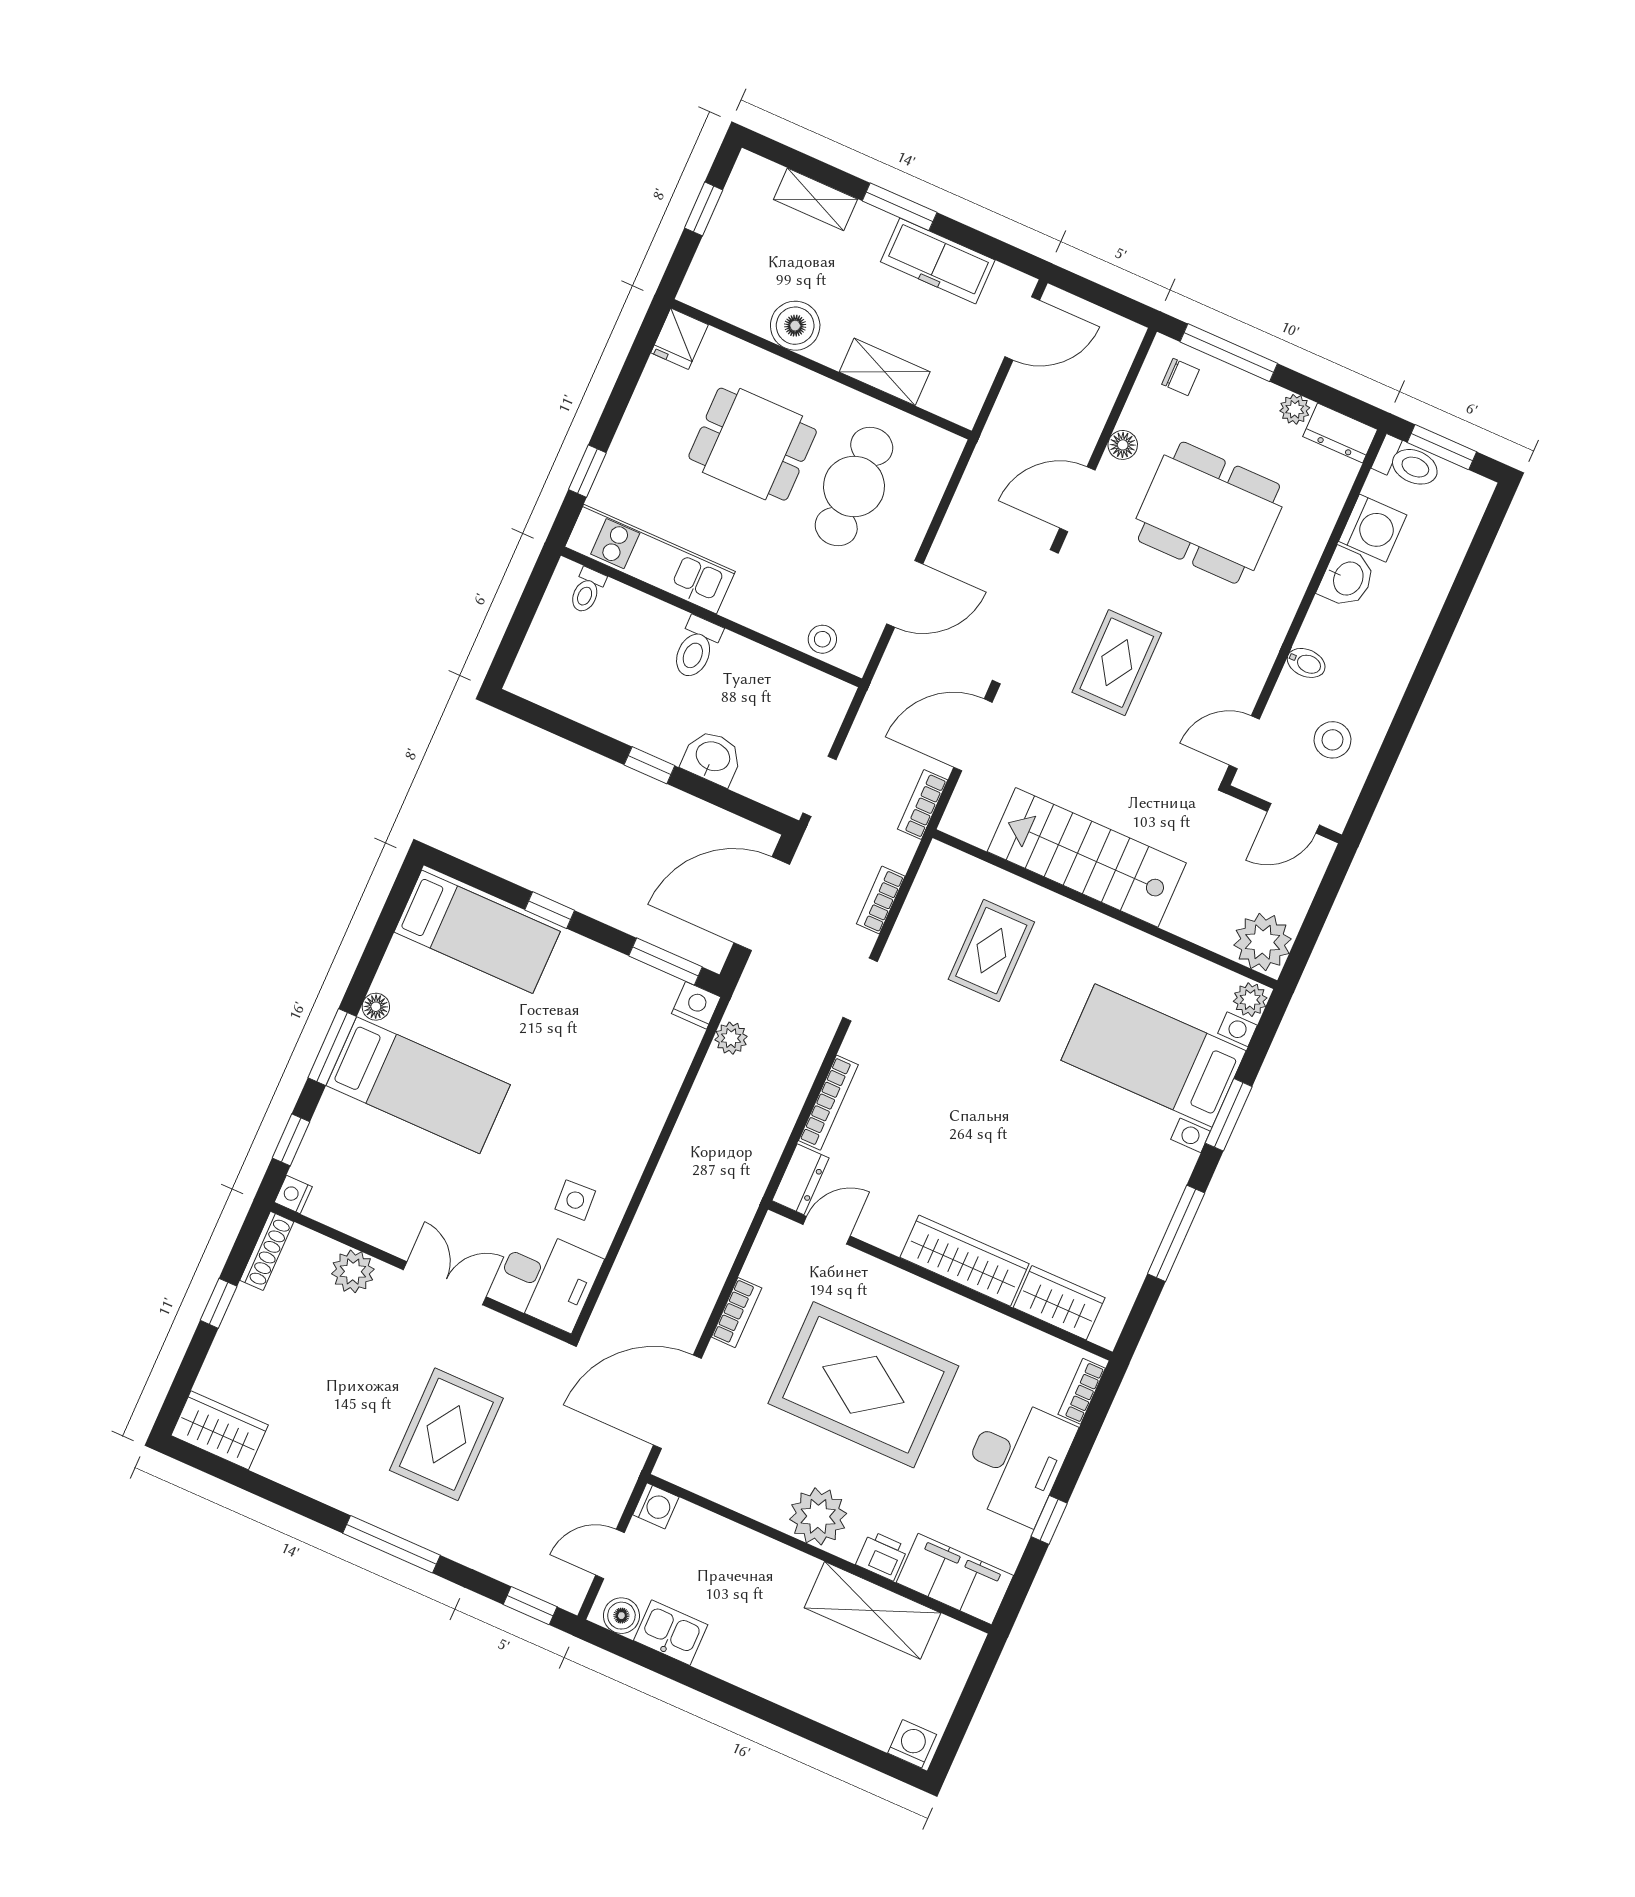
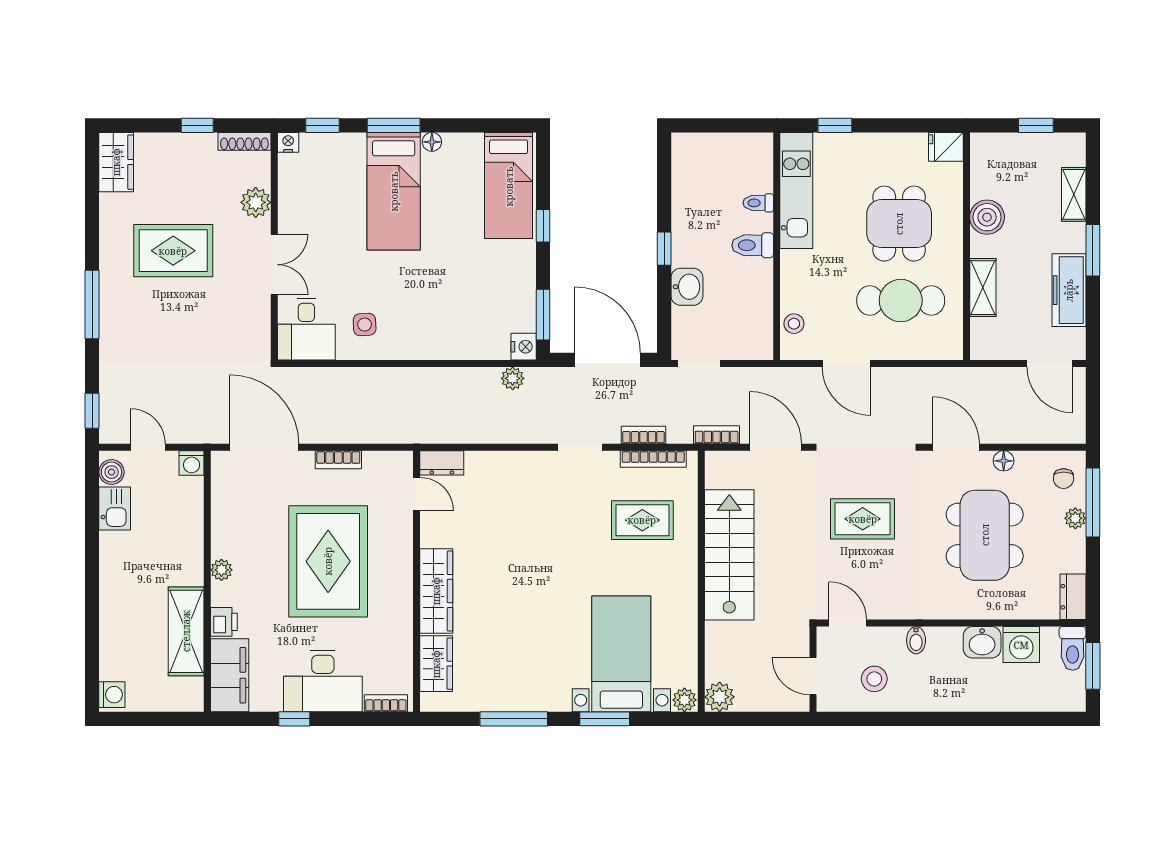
plant: (1295, 409) -> (1075, 518), moved
toilet: (587, 591) -> (758, 203), moved
plant: (1263, 942) -> (720, 697), width x0.73, depth x0.73
bookcase: (828, 1103) -> (653, 459), moved
rug: (446, 1434) -> (173, 251), moved
plant: (818, 1516) -> (221, 570), width x0.53, depth x0.53

